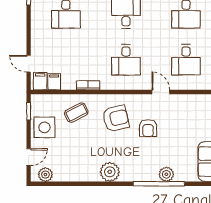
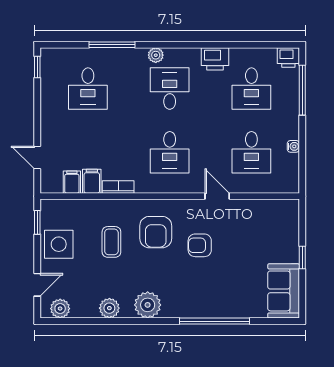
filing cabinet: (40, 81) -> (92, 181), moved
coffee table: (76, 113) -> (111, 242), moved, turned -63
armchair: (116, 118) -> (156, 232), turned 103
armchair: (148, 128) -> (200, 245), turned 90
plant: (166, 174) -> (109, 308), moved

